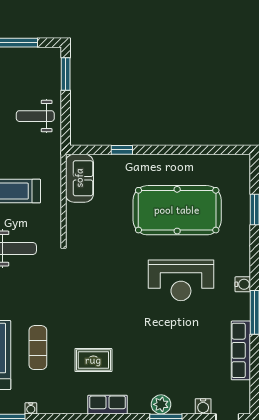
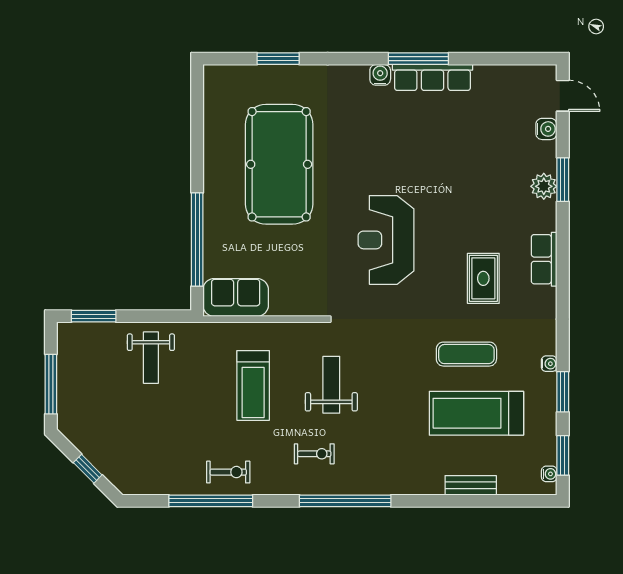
window: (122, 150) -> (197, 240), width x3.17
reception desk: (181, 280) -> (386, 240), moved, turned 180
row of seats: (241, 350) -> (432, 77), moved

